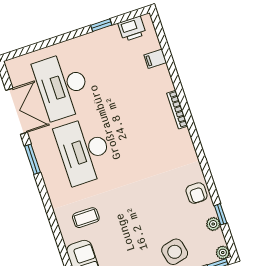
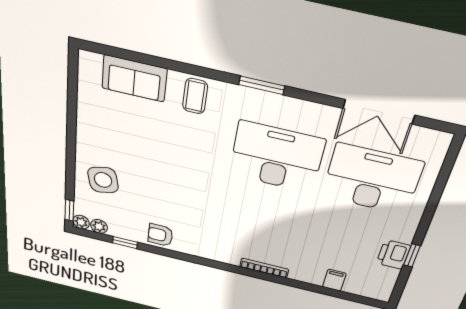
printer: (132, 29) -> (393, 255), moved
window: (32, 159) -> (262, 85), moved
coffee table: (86, 218) -> (195, 96), moved
plant: (213, 224) -> (99, 226), moved

